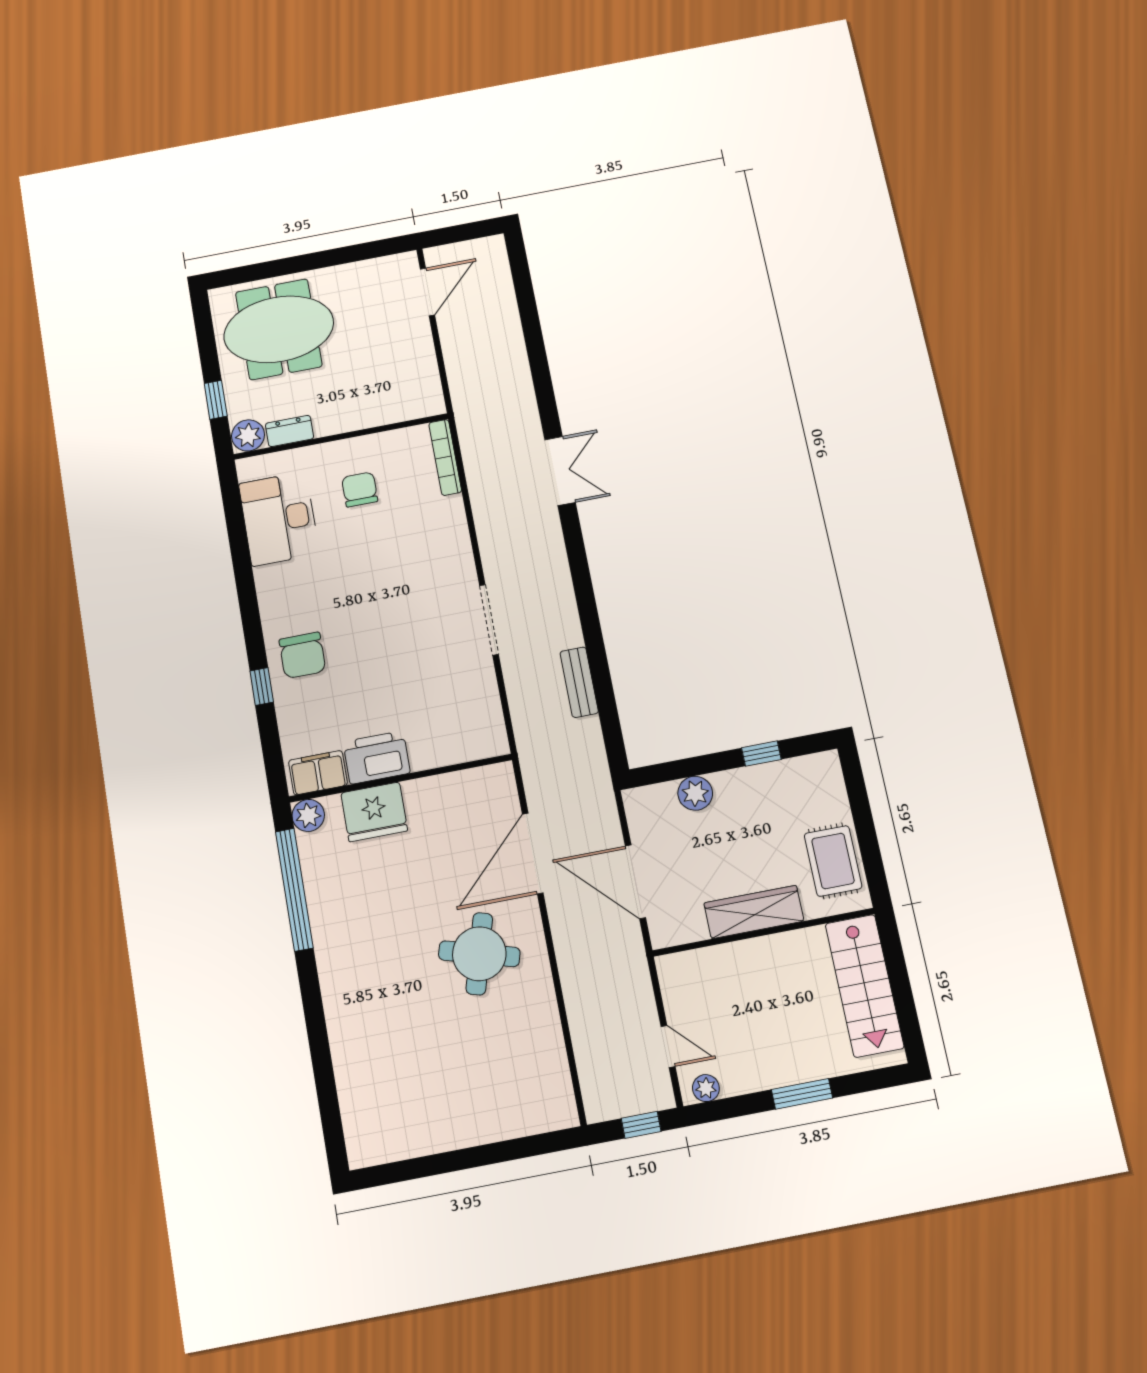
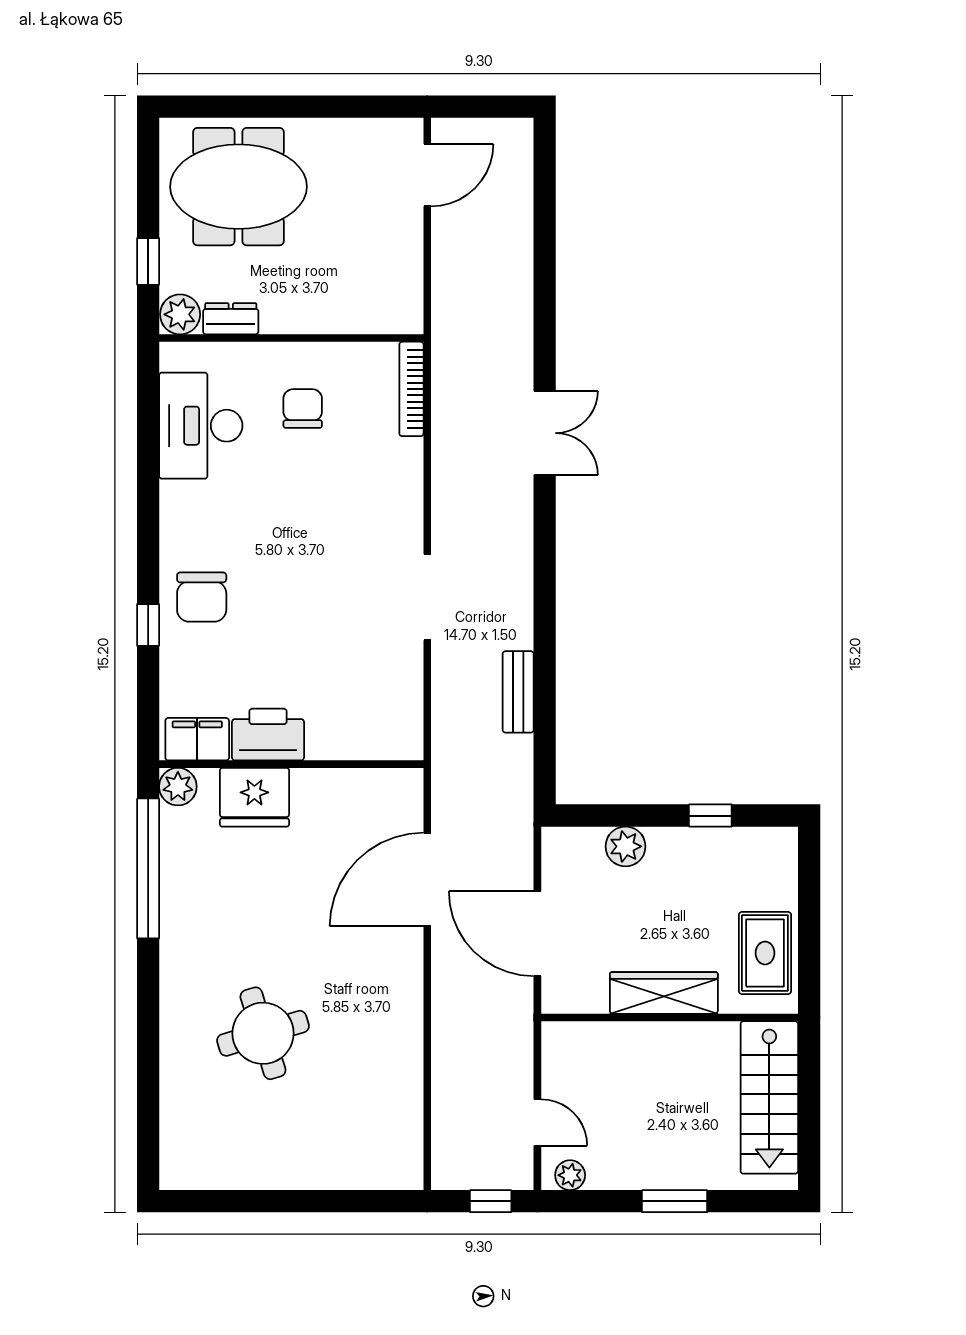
round table: (479, 954) -> (263, 1033), moved, turned -33

